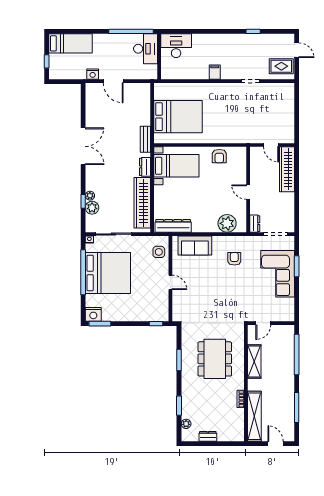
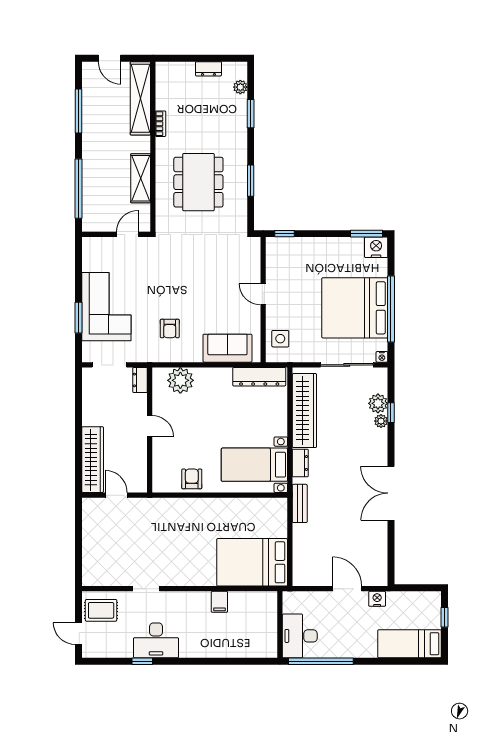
desk: (176, 46) -> (156, 640), moved
filing cabinet: (215, 72) -> (219, 602), moved
bed: (178, 117) -> (252, 562), moved

